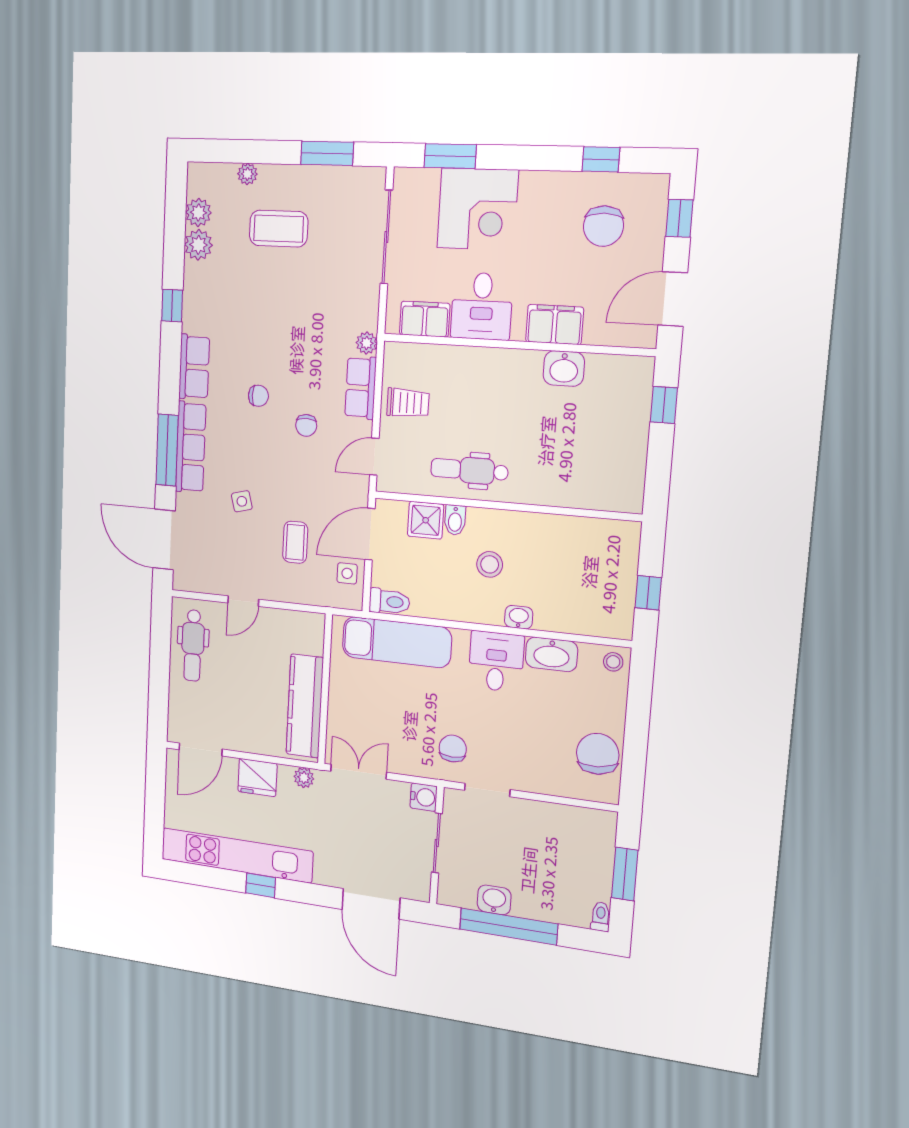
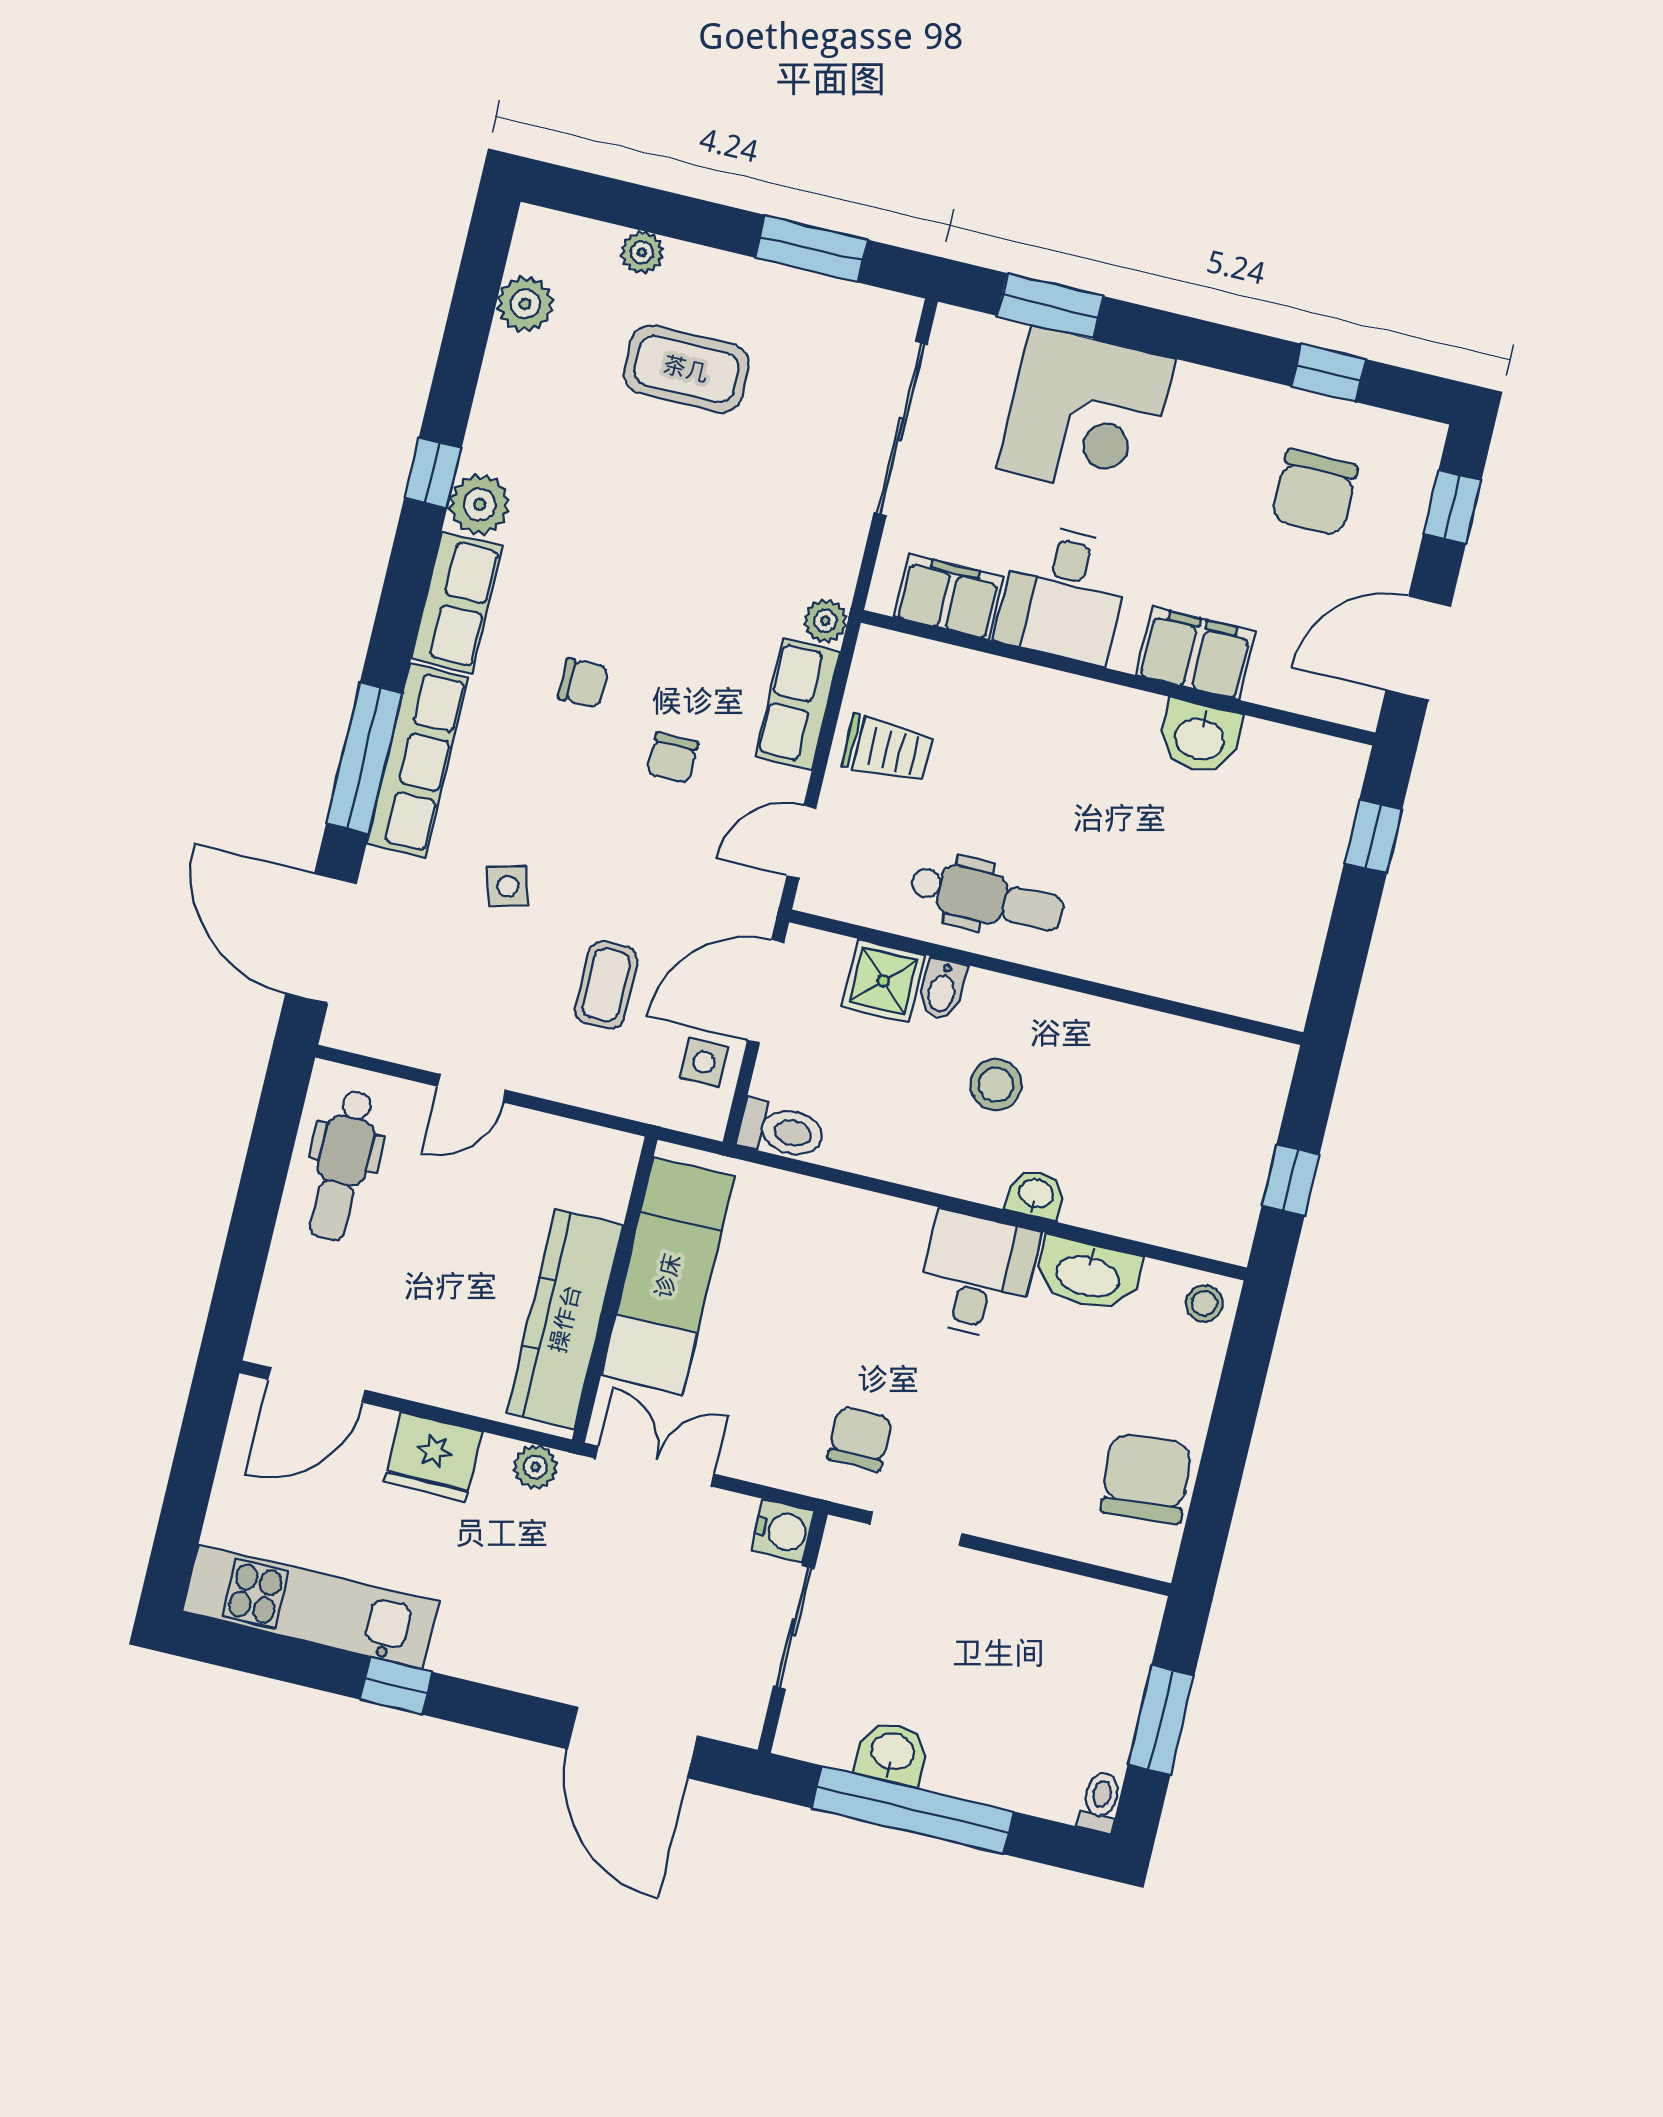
plant: (198, 245) -> (479, 504), moved
dental chair: (469, 470) -> (987, 898), turned 180
exam couch: (397, 642) -> (668, 1276), moved, turned -90
kitchen unit: (237, 855) -> (311, 1607), width x0.73

